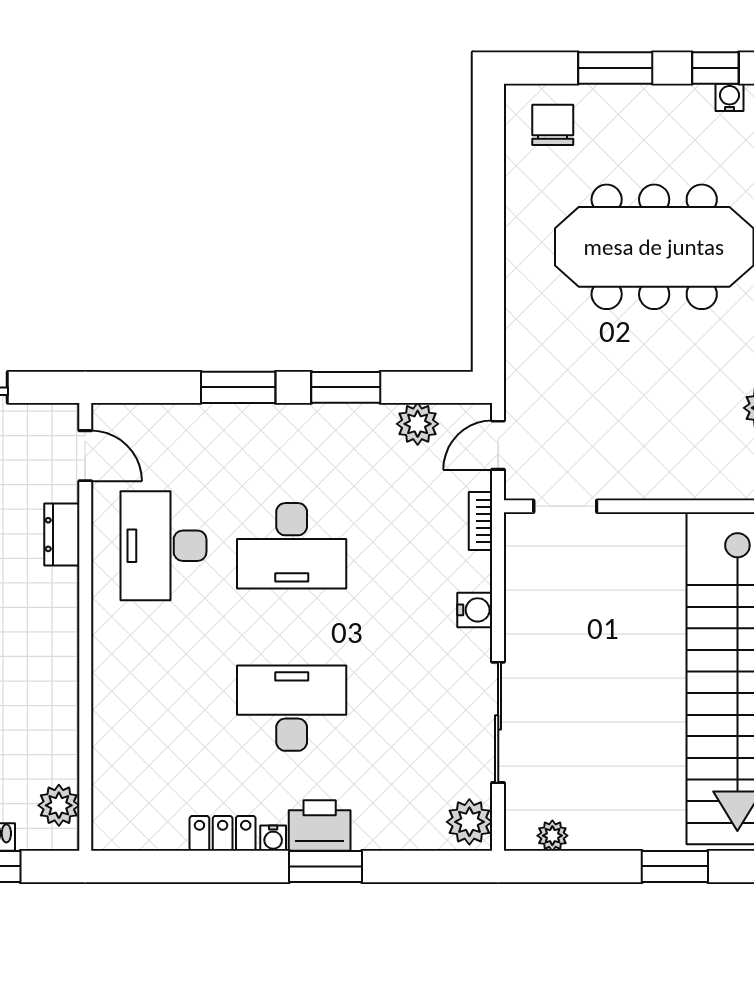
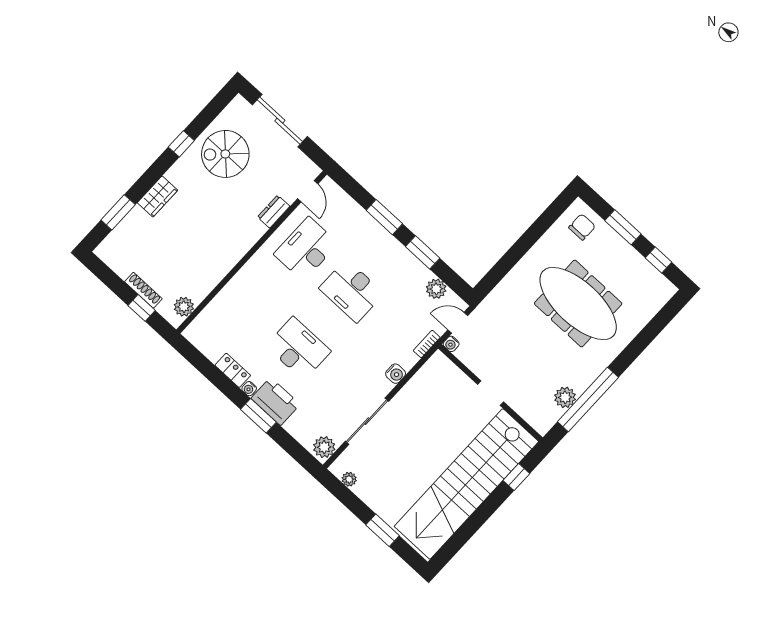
water cooler: (730, 97) -> (451, 344), moved, turned 180
doorway: (565, 506) -> (491, 393), moved
printer: (320, 825) -> (276, 401), width x1.37, depth x1.19

